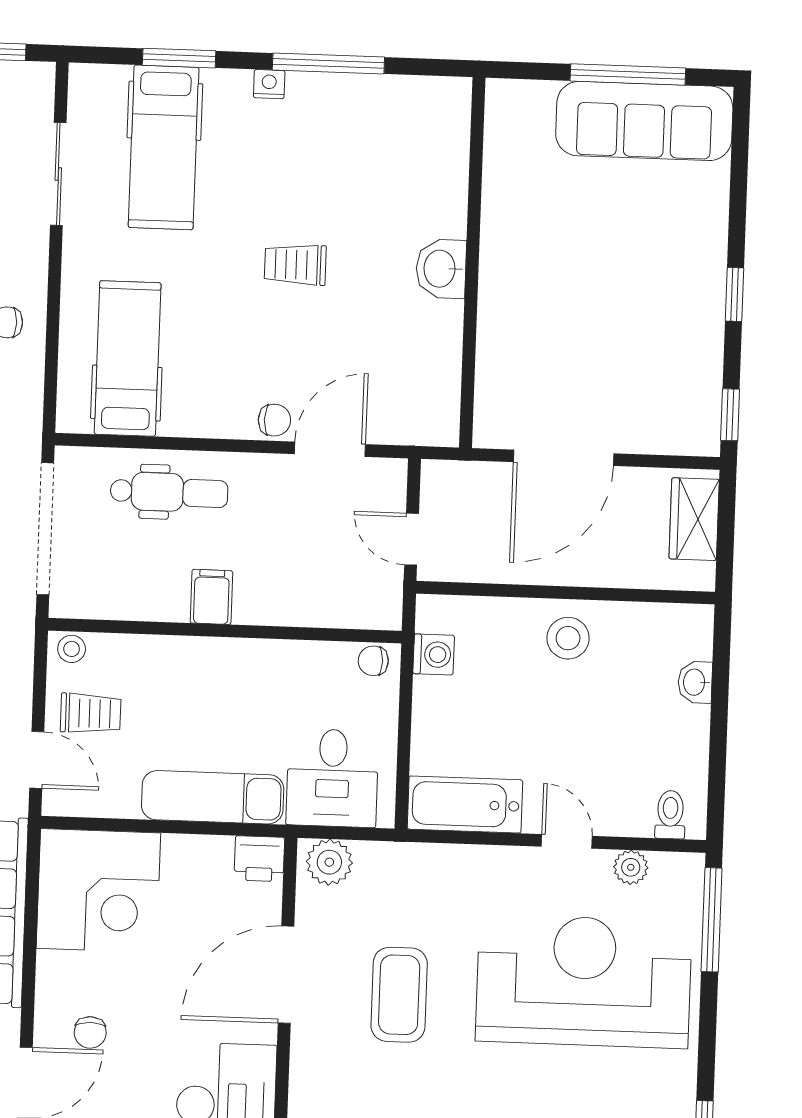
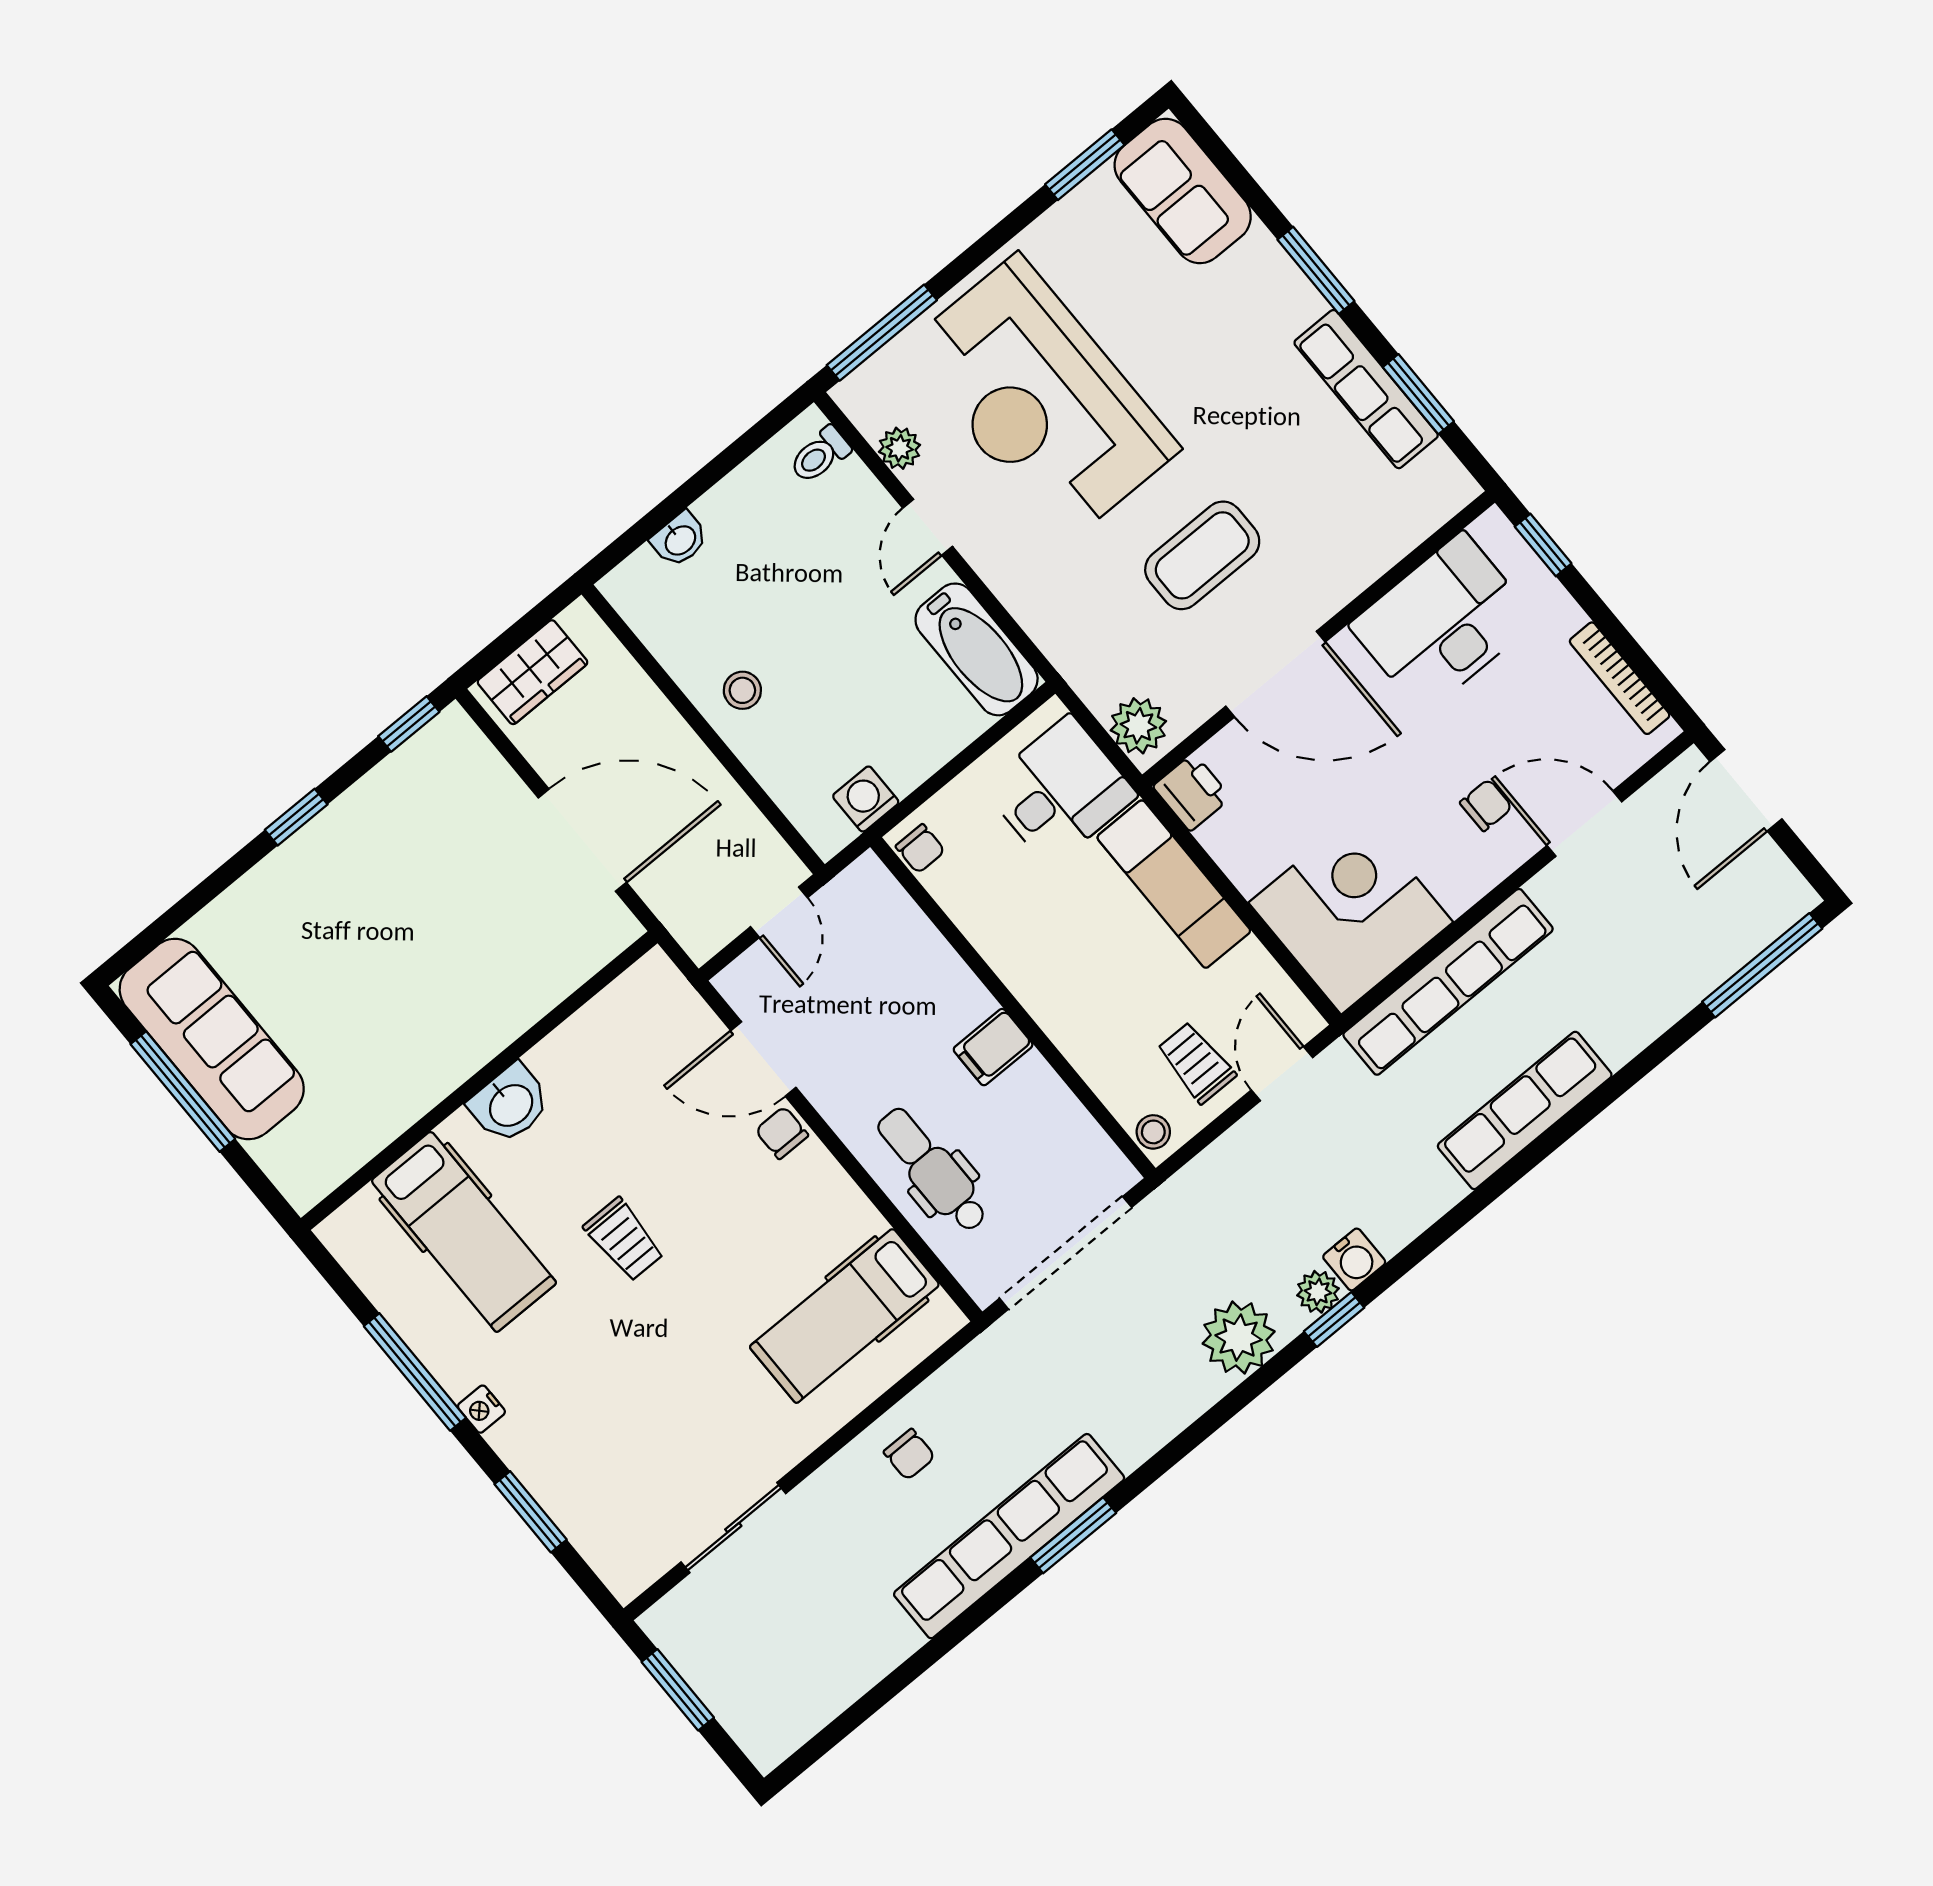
hospital bed: (164, 147) -> (464, 1232), moved, turned 90
stool: (568, 638) -> (742, 690), width x0.73, depth x0.73

